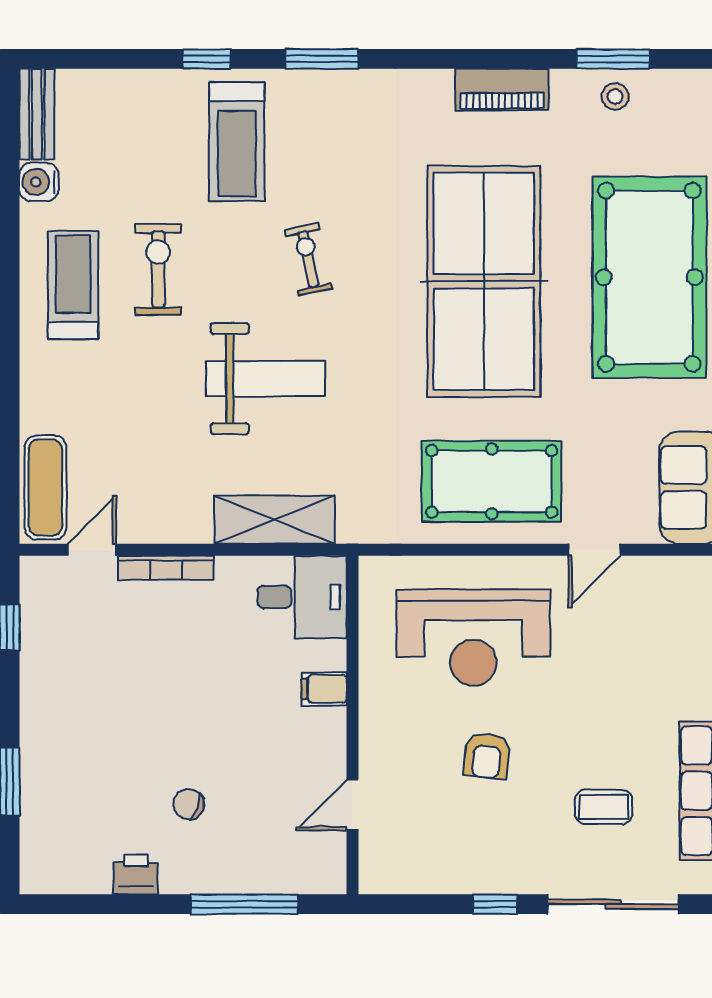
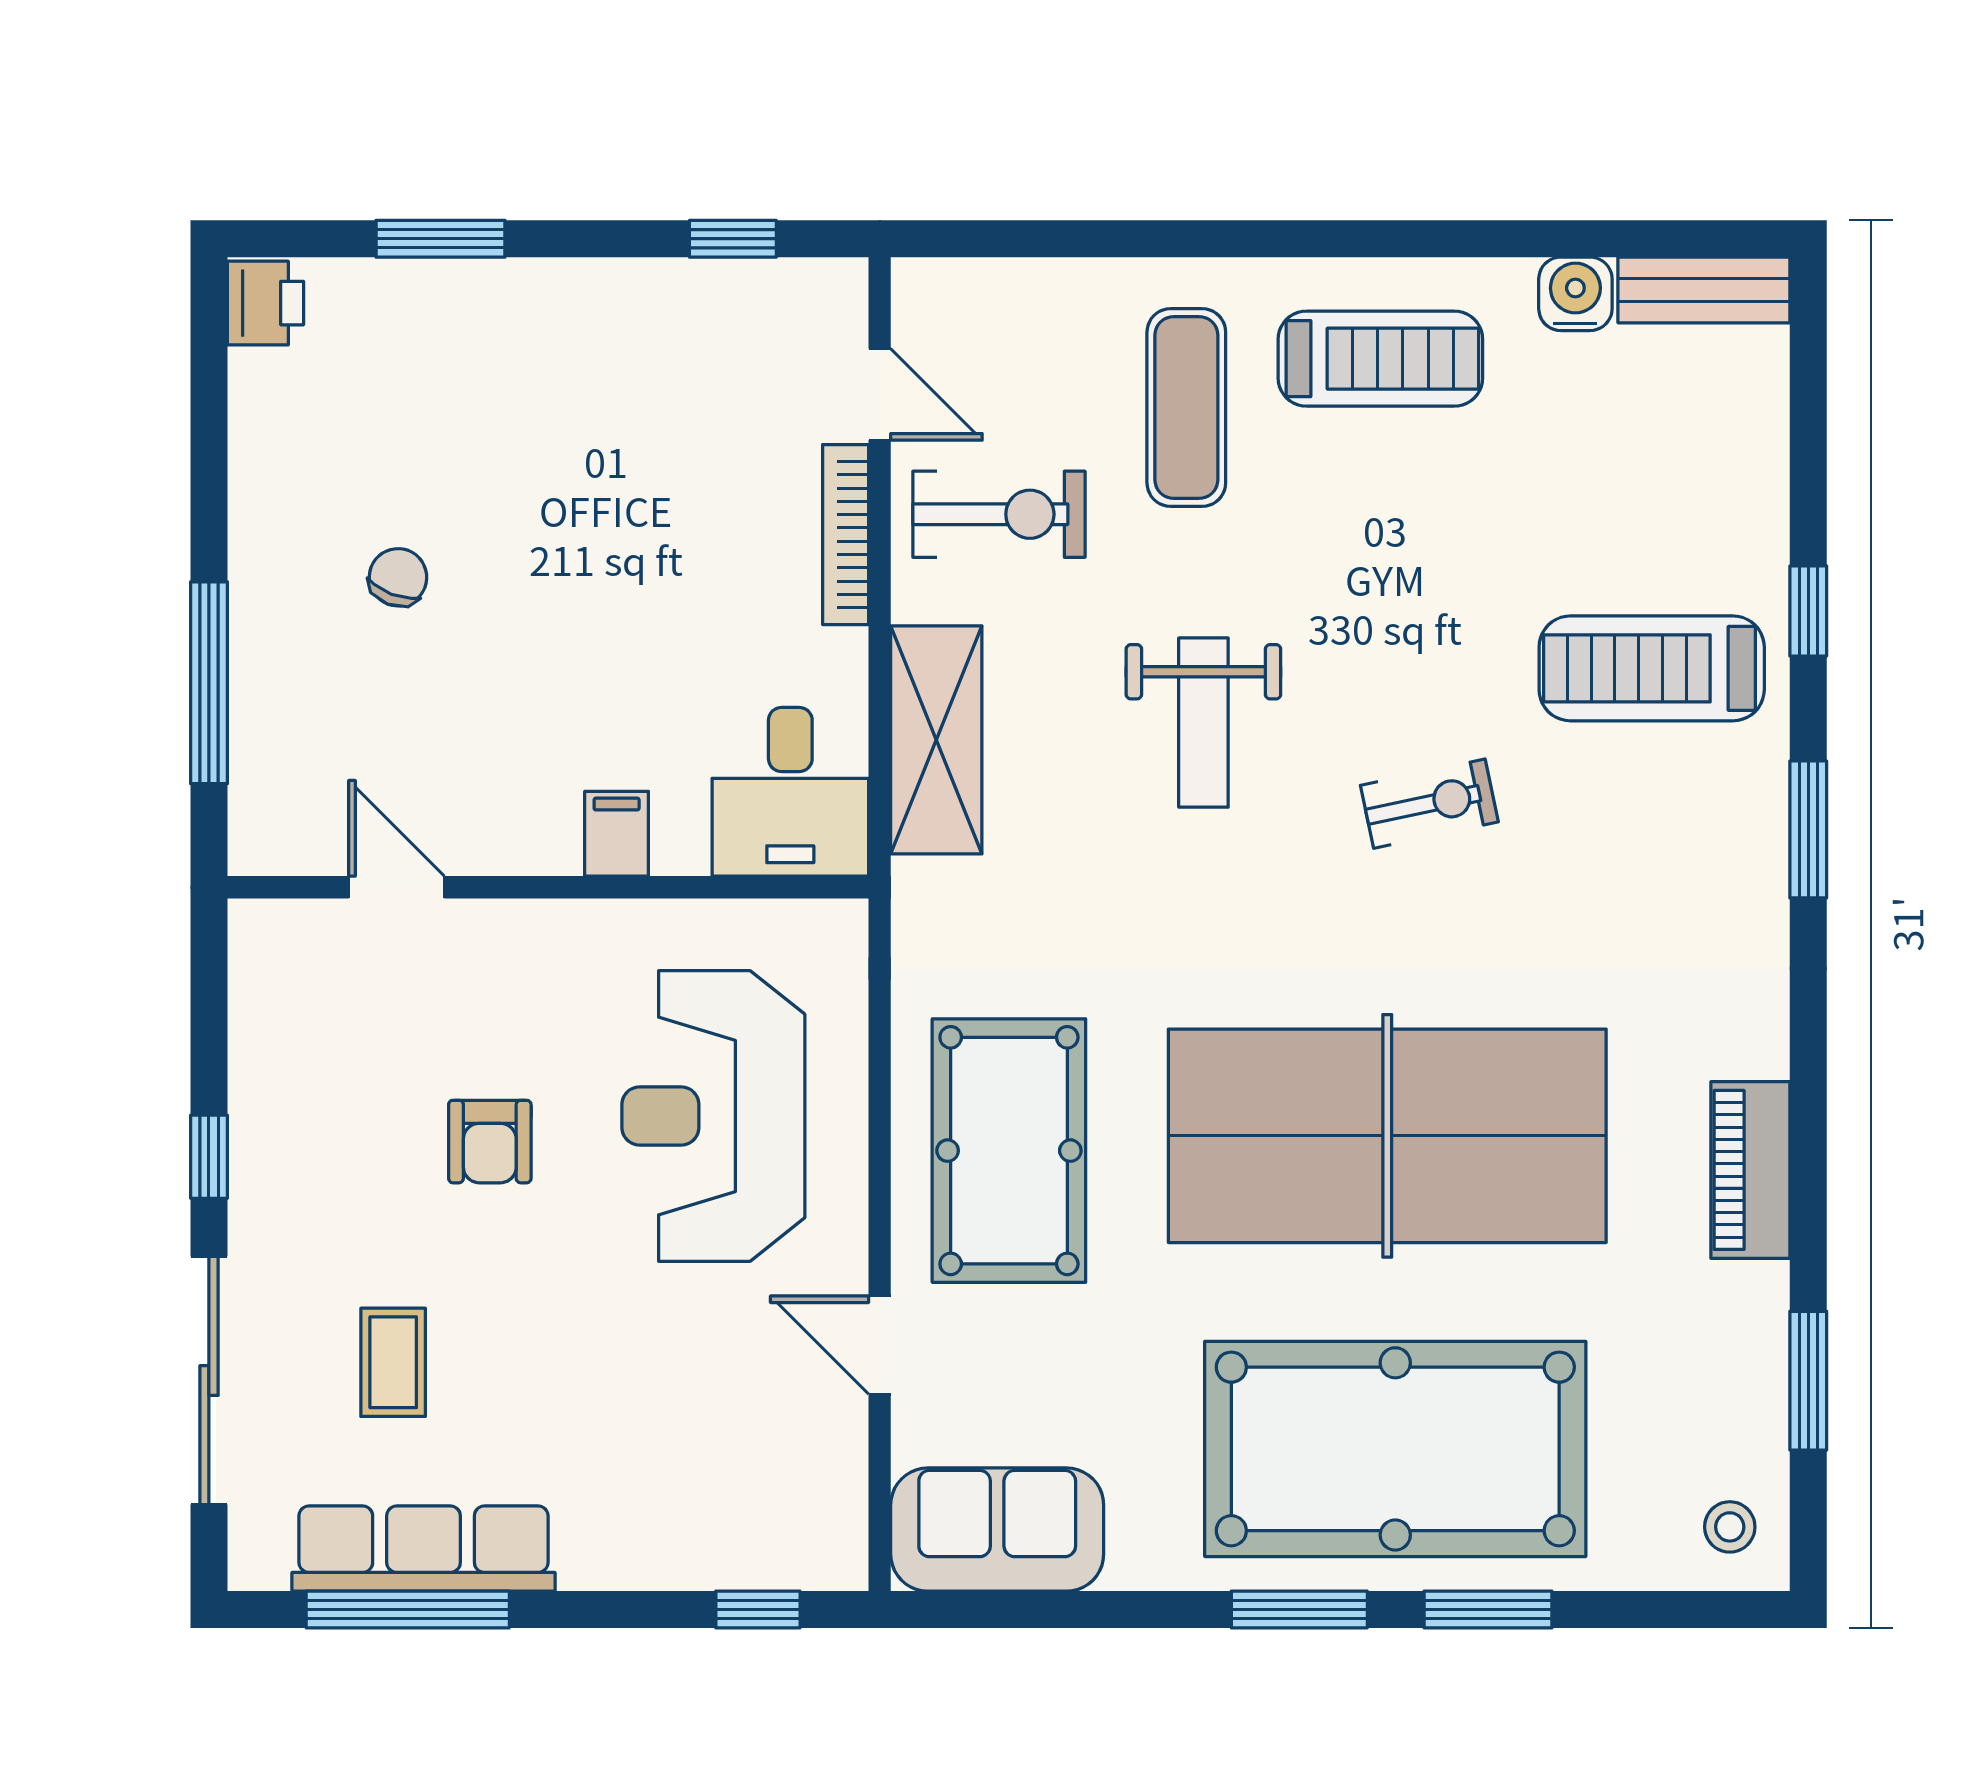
stool: (615, 96) -> (1730, 1527), moved
exercise bike: (158, 269) -> (999, 514), moved
weight bench: (265, 379) -> (1203, 723), width x0.73, depth x0.75
exercise mat: (45, 487) -> (1186, 408), moved, turned 90
armchair: (487, 756) -> (490, 1142), turned -96
printer: (136, 874) -> (265, 303), moved

